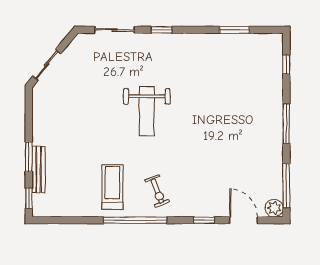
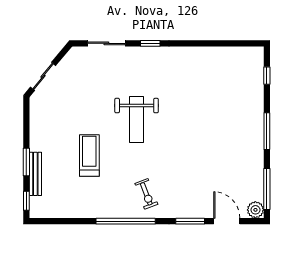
window: (234, 30) -> (218, 43), removed
treadmill: (112, 187) -> (89, 155), moved
window: (204, 220) -> (190, 221), width x1.50

